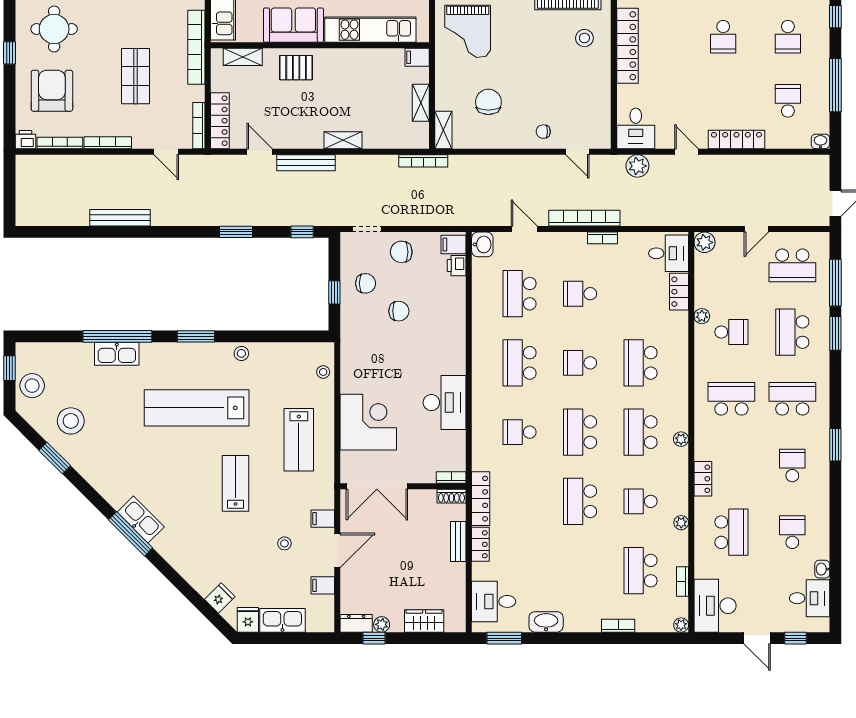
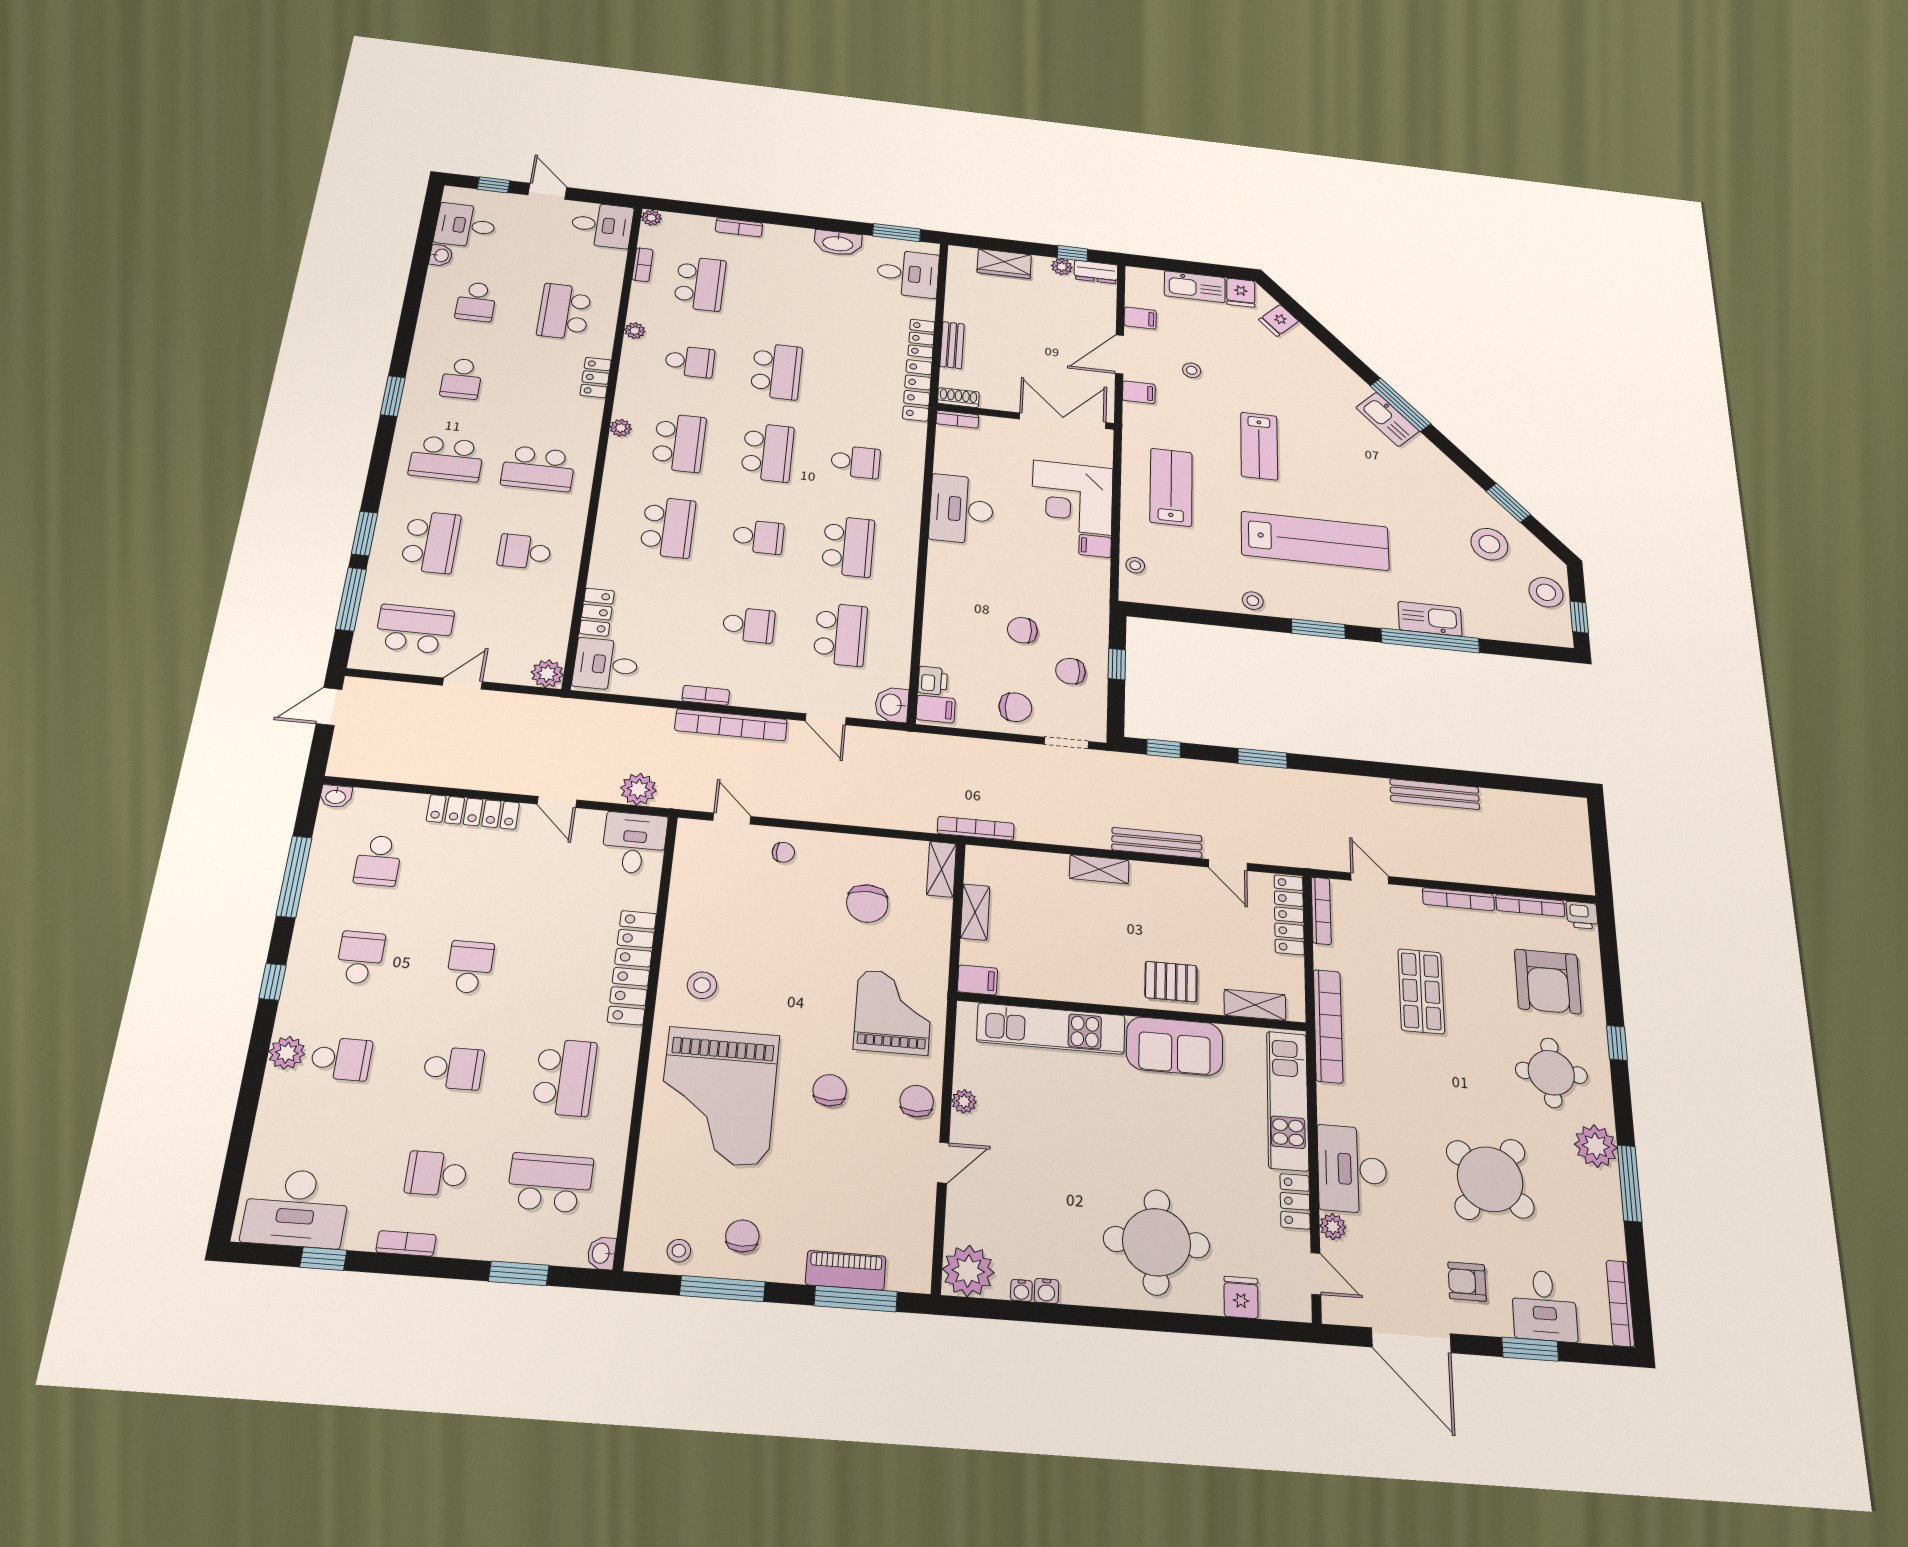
plant: (702, 316) -> (566, 577), removed
filing cabinet: (351, 384) -> (1095, 546), added
desk: (715, 606) -> (602, 225), width x0.73

